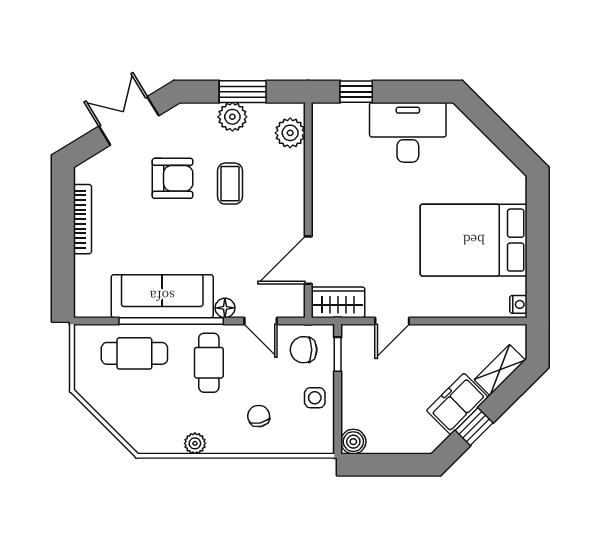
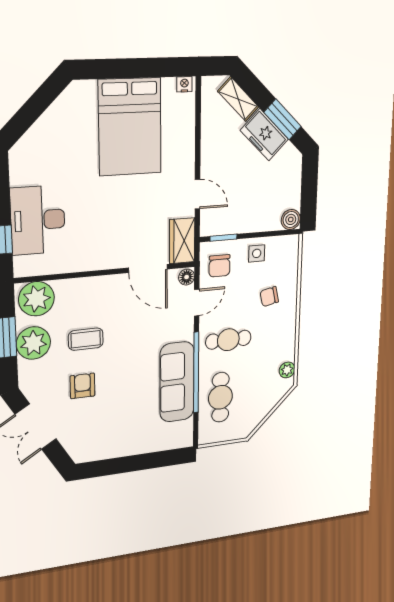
plant: (232, 117) -> (33, 343), width x1.36, depth x1.36
desk: (408, 132) -> (38, 220), moved
plant: (290, 133) -> (36, 299), width x1.36, depth x1.36
armchair: (173, 178) -> (83, 386), width x0.72, depth x0.72
bookcase: (82, 219) -> (117, 451), removed
floor lamp: (225, 308) -> (187, 277), moved
window: (474, 427) -> (283, 119), width x1.50
plant: (195, 443) -> (287, 370), moved

